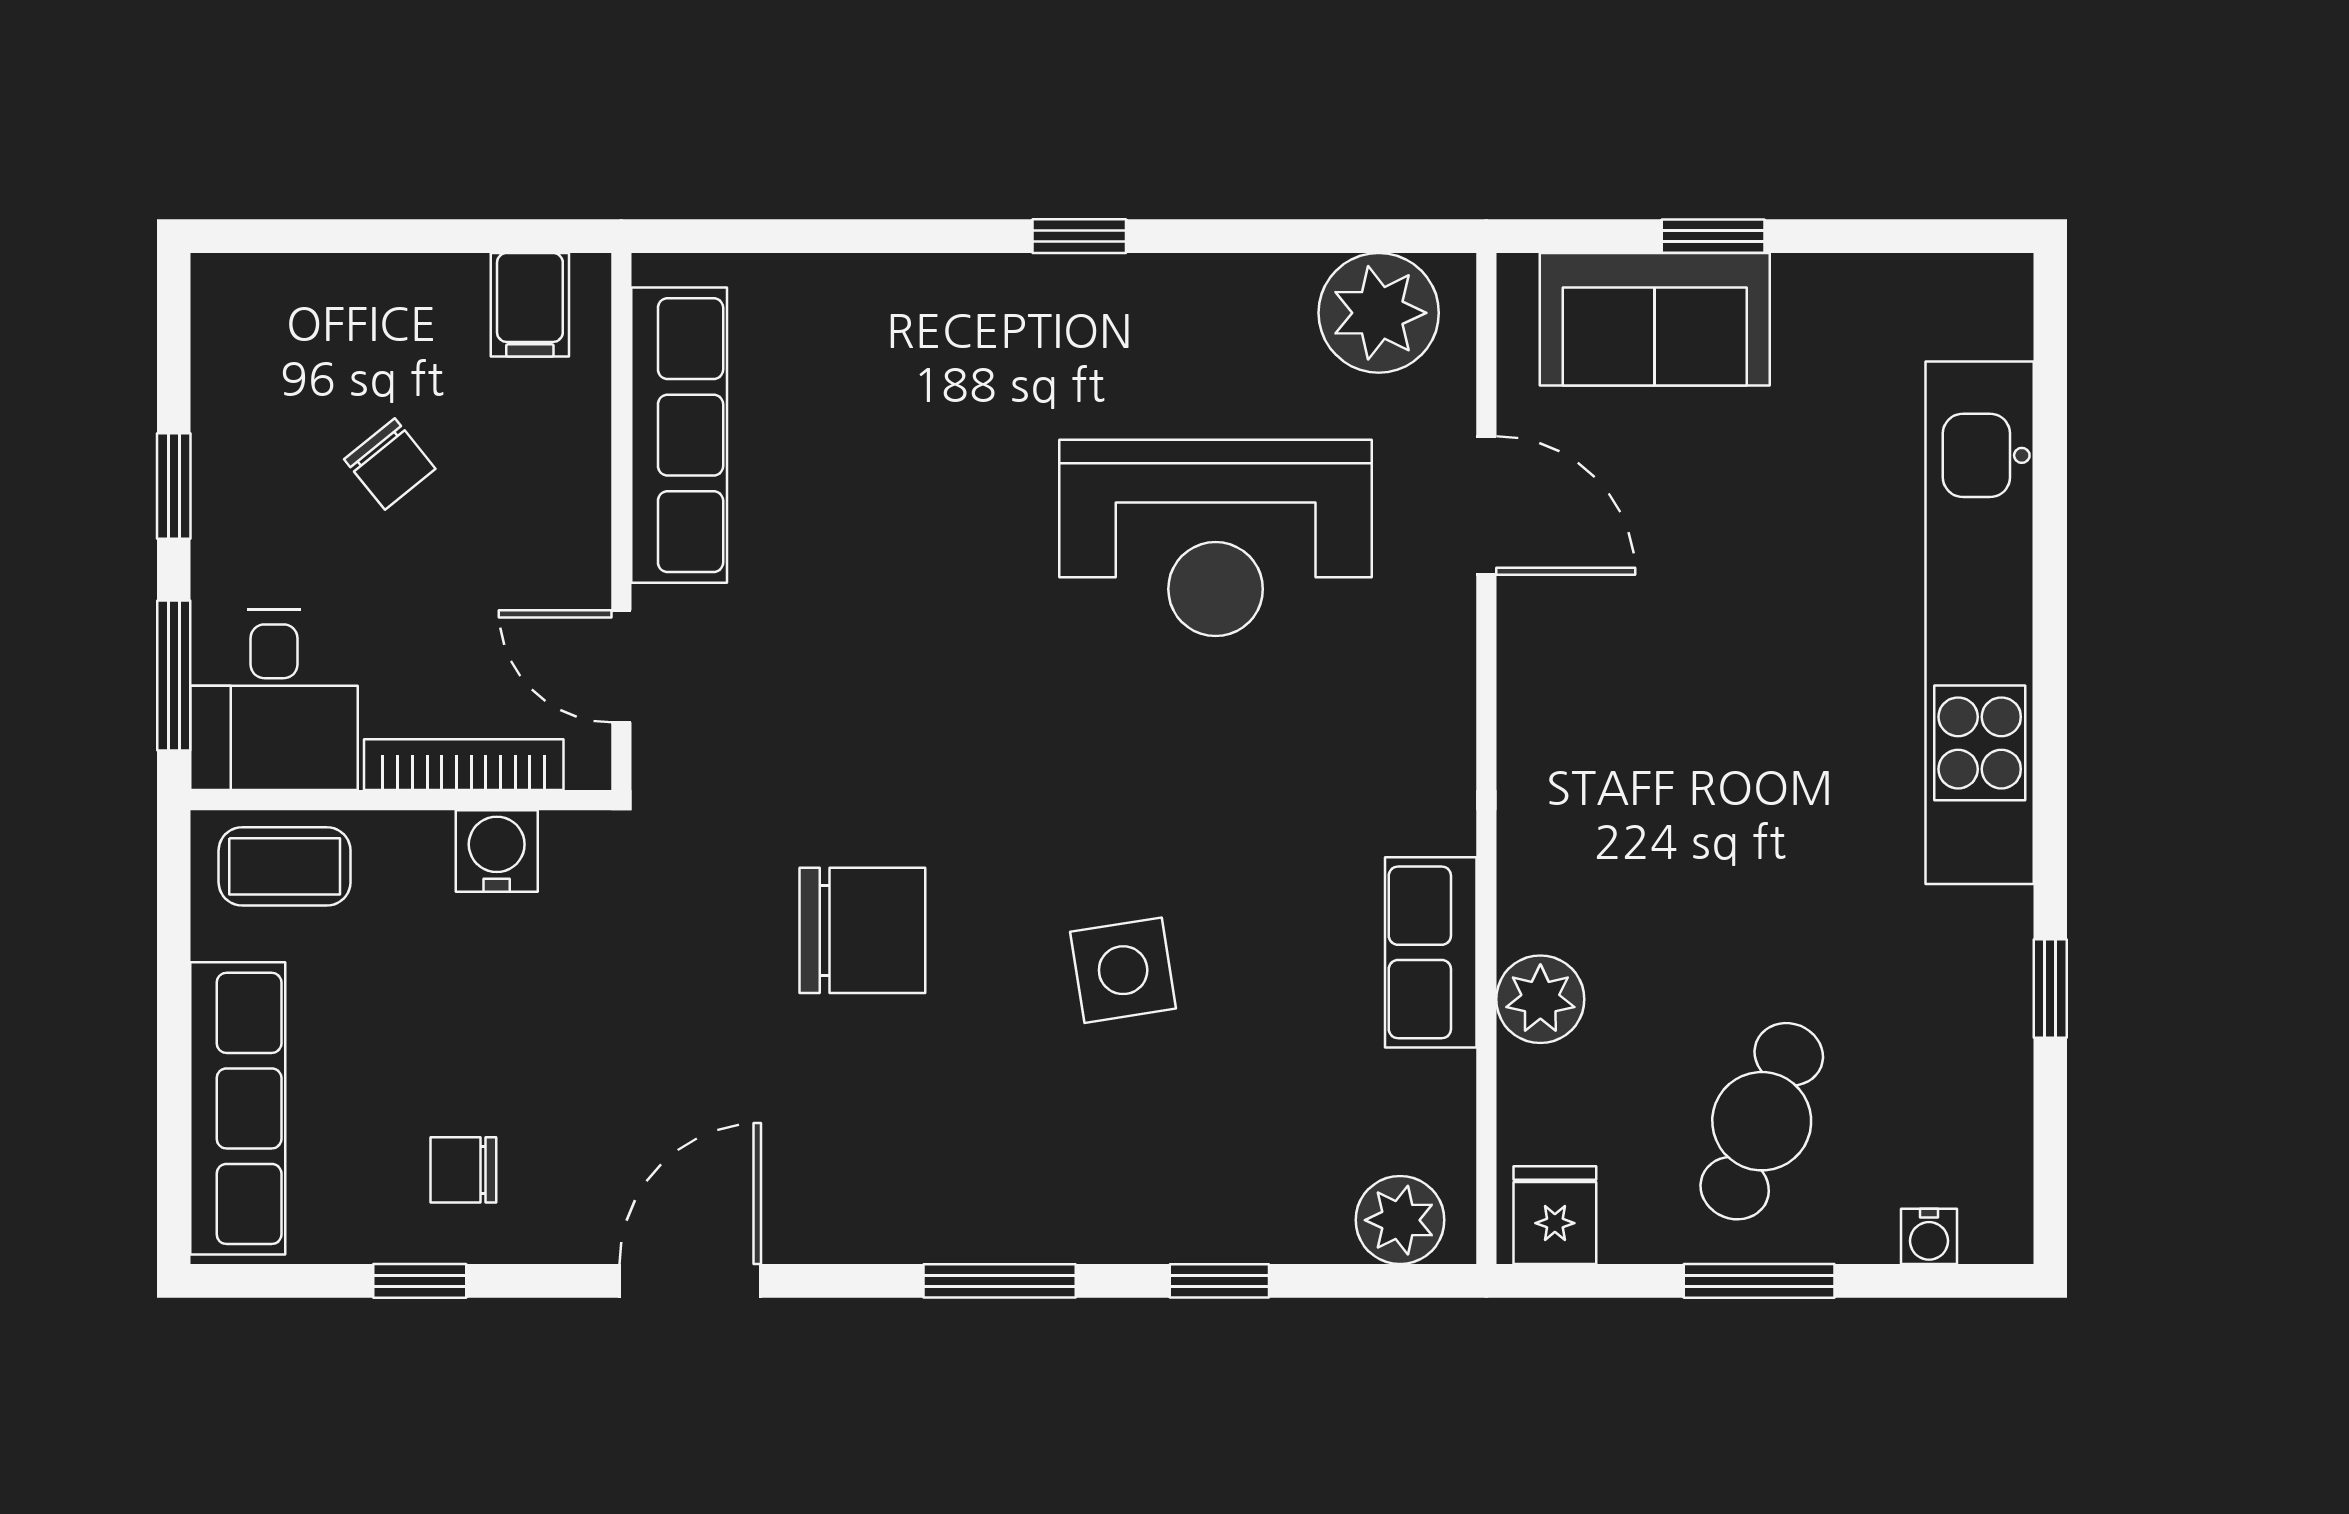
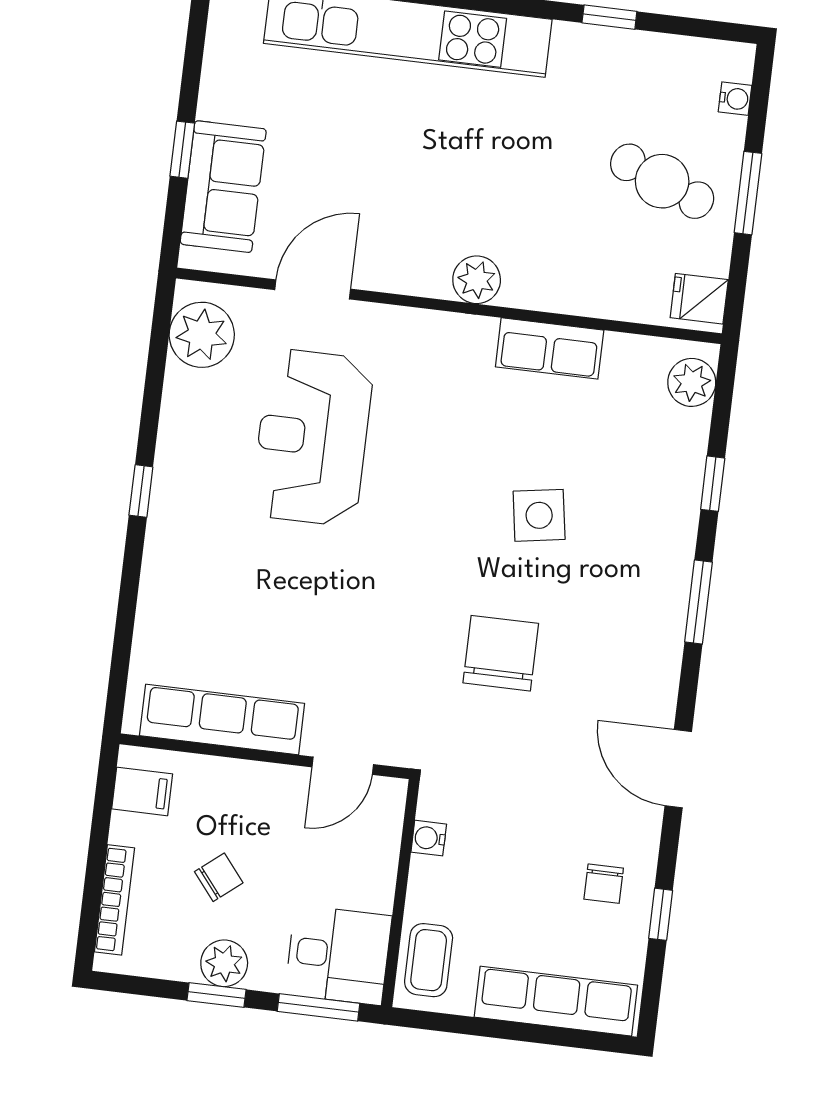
plant: (234, 493) -> (224, 963), added
reception desk: (1216, 538) -> (312, 437), turned 180
bookcase: (464, 765) -> (115, 900), moved, turned 180
water cooler: (497, 851) -> (429, 838), width x0.72, depth x0.72
plant: (1540, 999) -> (477, 280), moved

